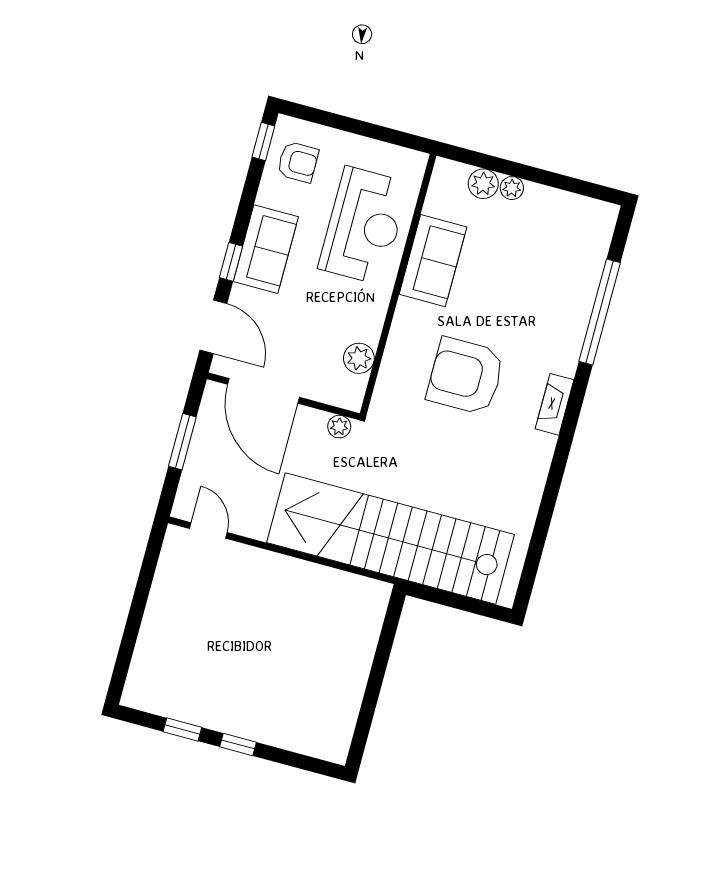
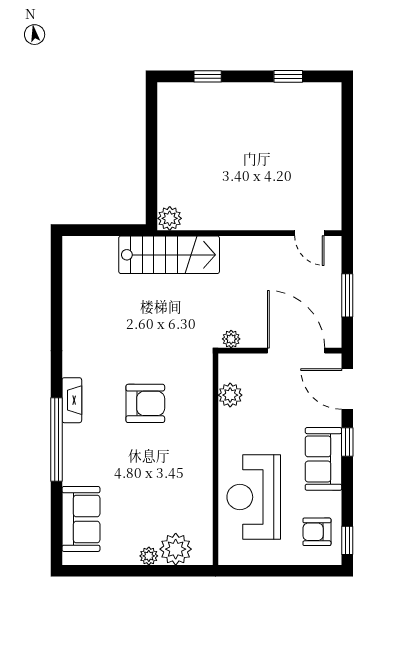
plant: (483, 184) -> (176, 549), width x1.36, depth x1.36
sofa: (433, 261) -> (81, 519), moved, turned 180
window: (600, 312) -> (56, 439), moved
armchair: (466, 376) -> (145, 403), width x0.73, depth x0.73
stairs: (391, 539) -> (169, 255), width x0.54, depth x0.66
plant: (375, 595) -> (170, 218), added
window: (238, 744) -> (208, 76), moved

